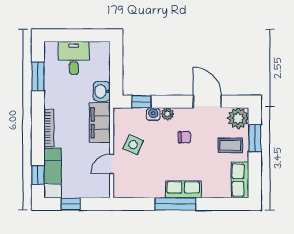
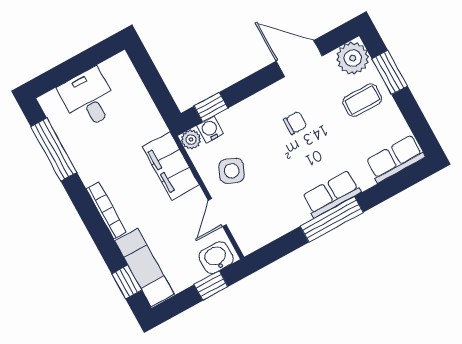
window: (38, 76) -> (54, 149), width x1.44
washbasin: (102, 91) -> (216, 258), moved, turned 90
water cooler: (153, 114) -> (210, 130), moved
plant: (167, 114) -> (191, 140), moved
row of seats: (240, 180) -> (395, 159), moved, turned 90
window: (71, 204) -> (211, 286), moved

